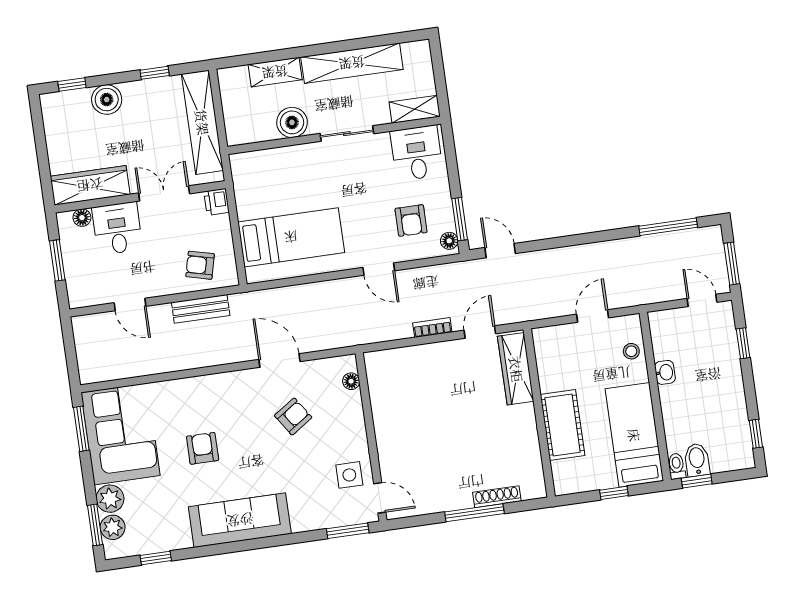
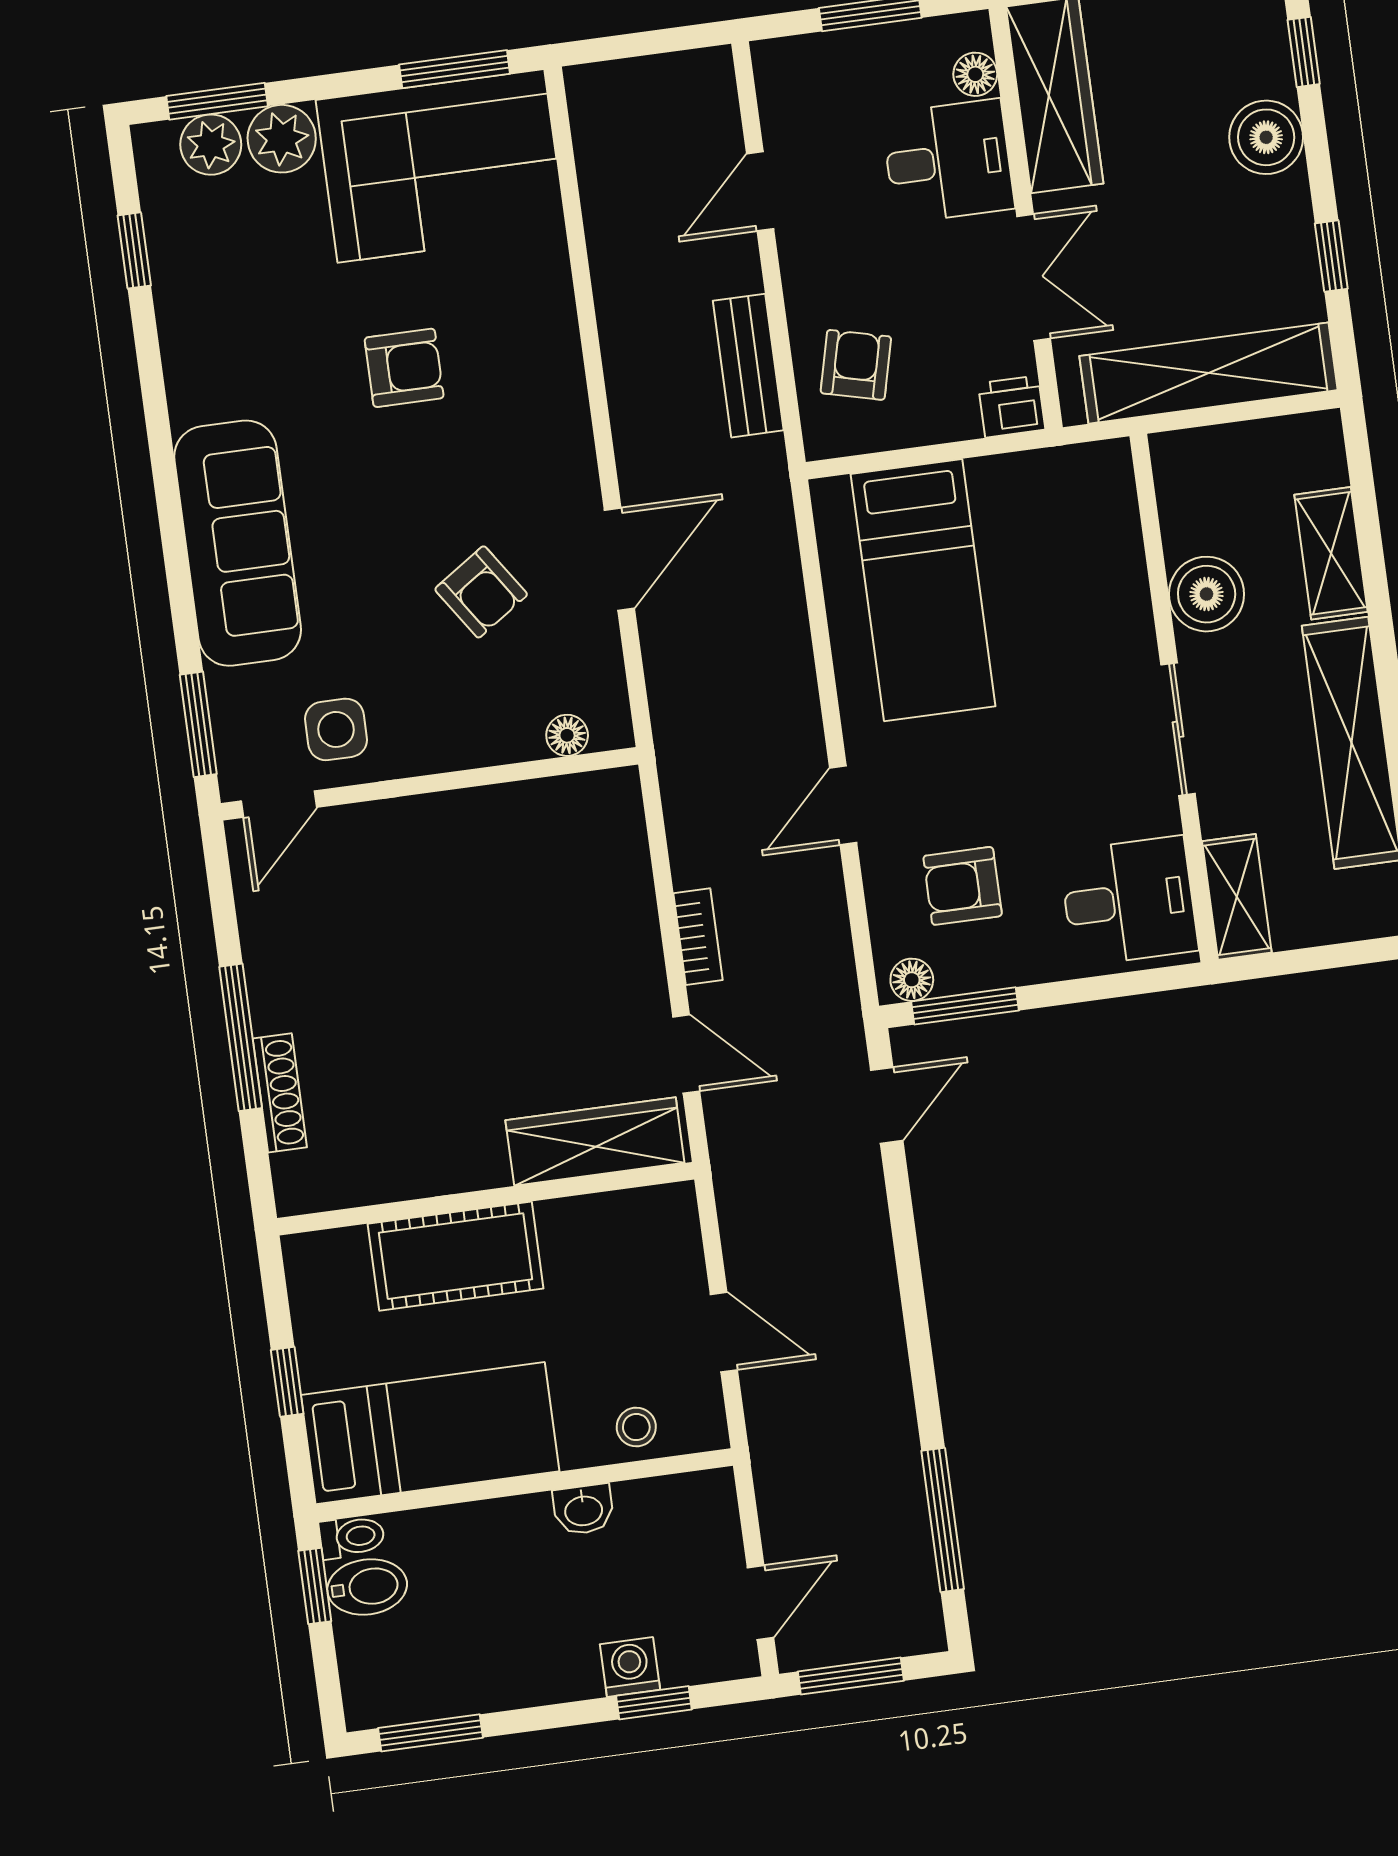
washing machine: (729, 353) -> (630, 1667), added
window: (756, 434) -> (431, 1733), width x1.50
sofa: (240, 520) -> (238, 543), moved

